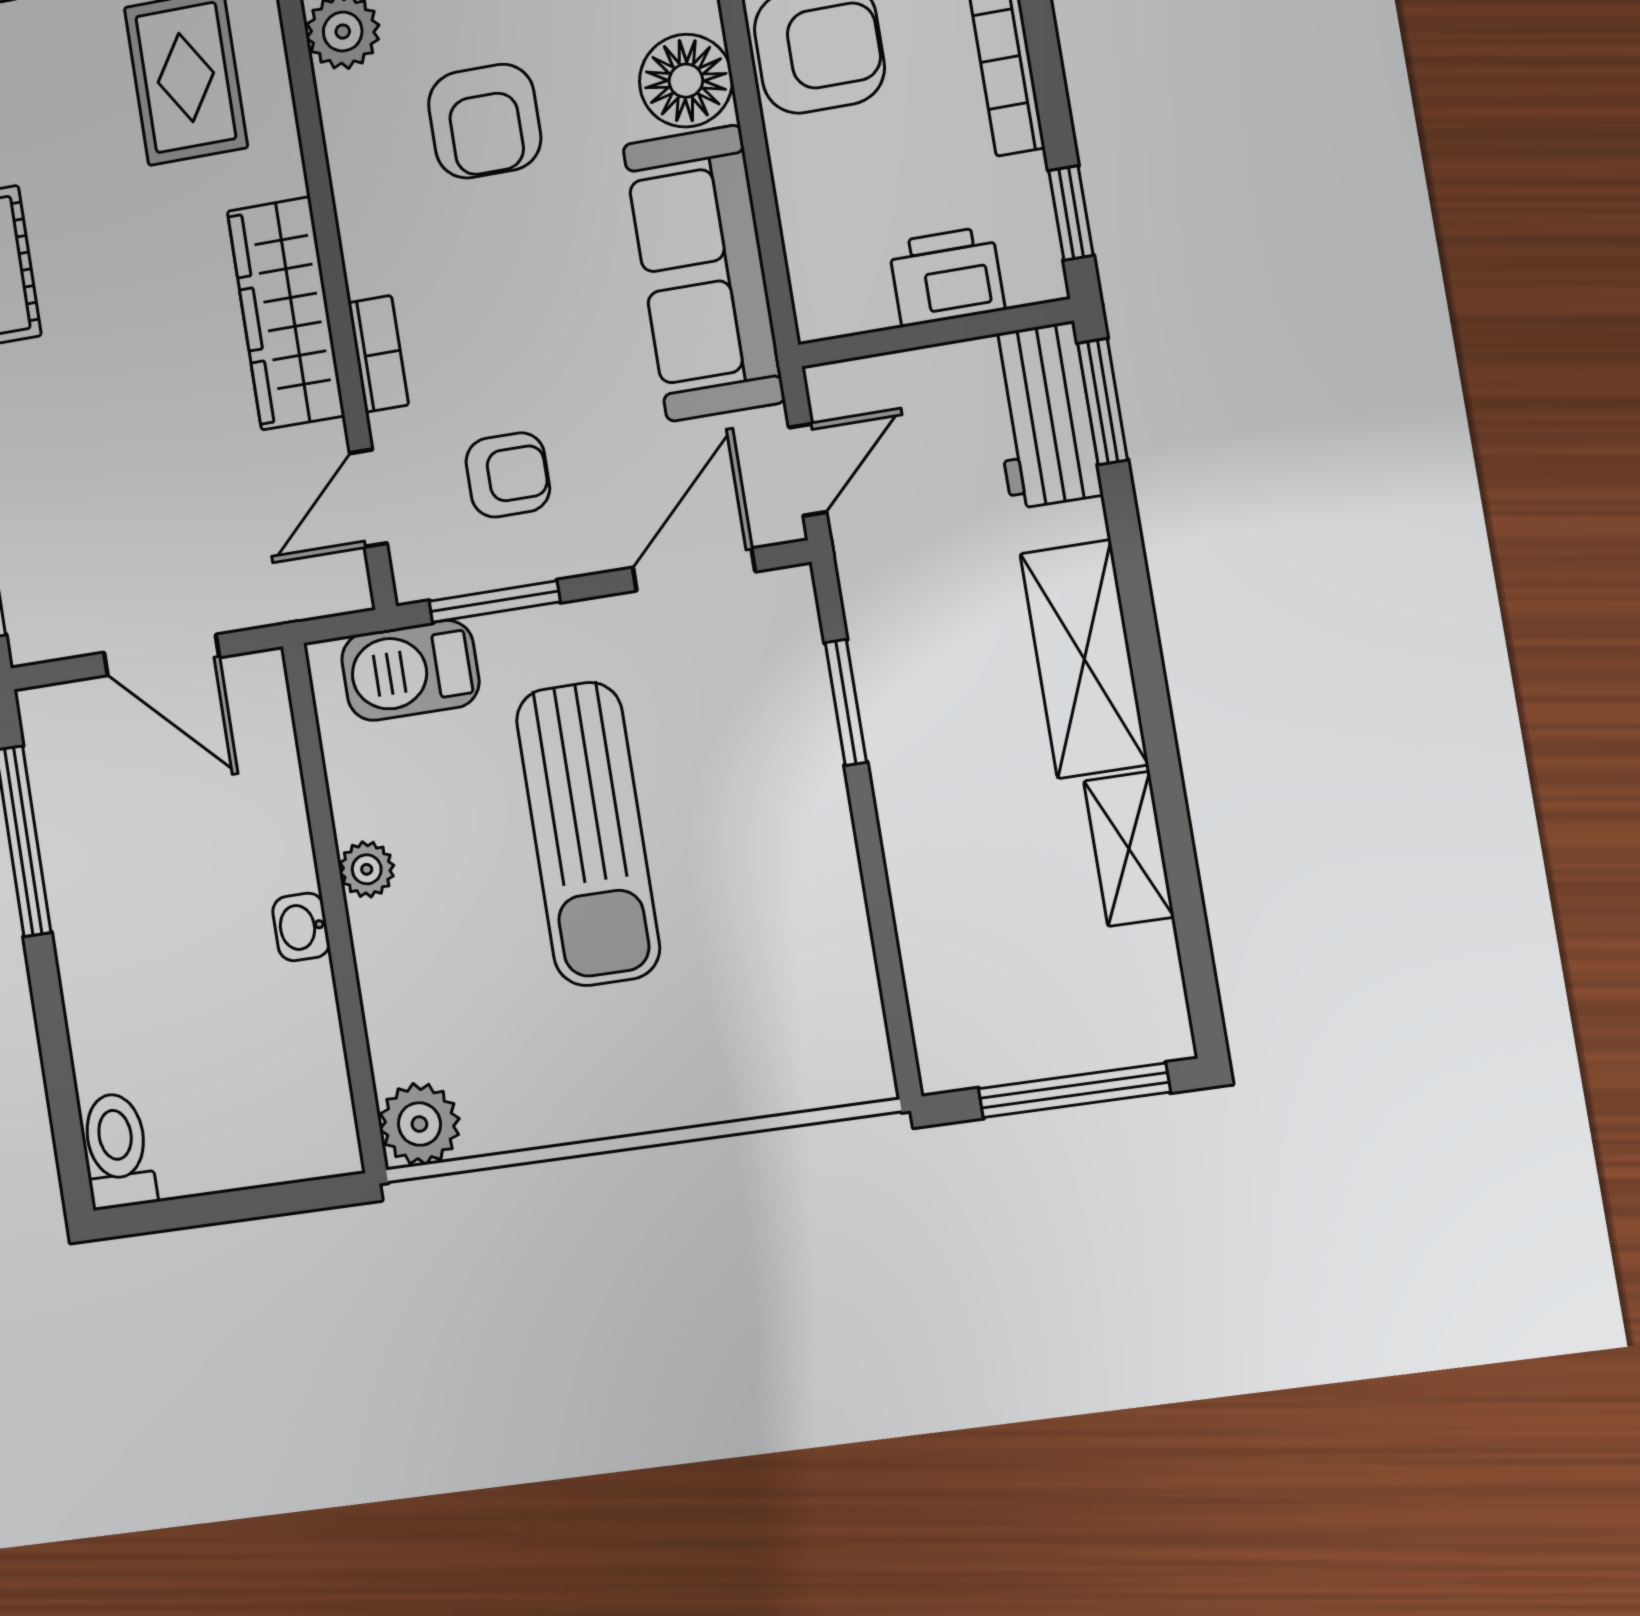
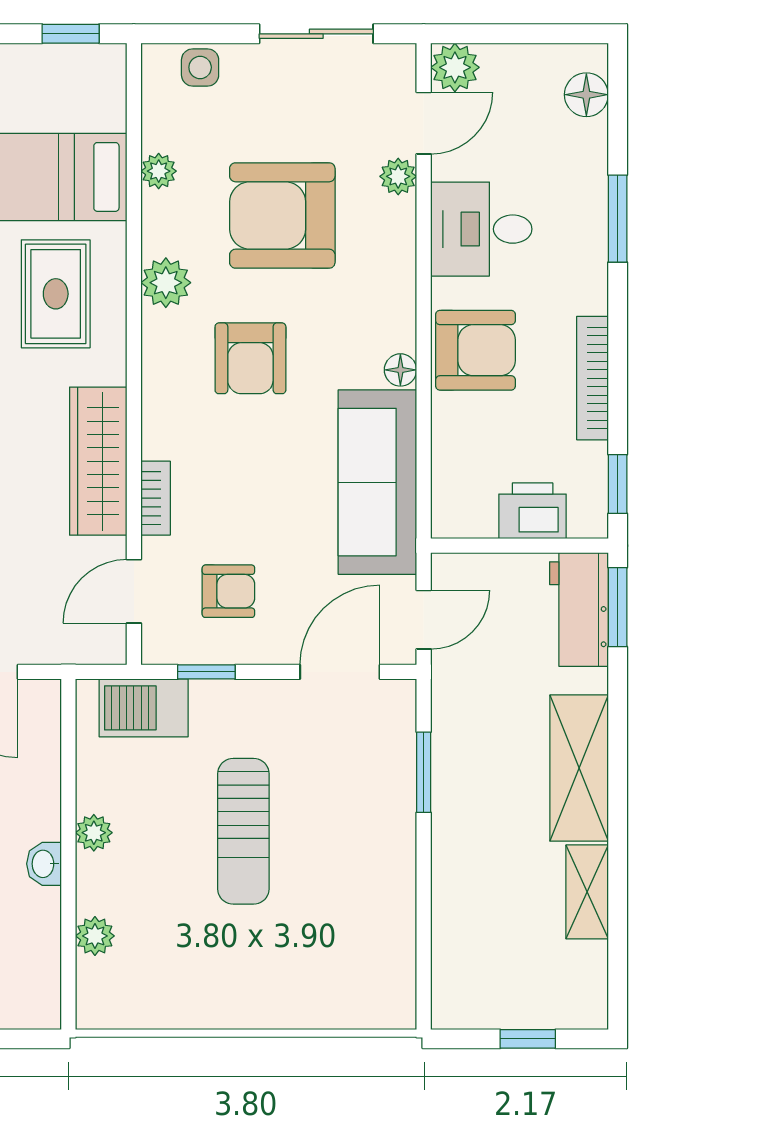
floor lamp: (686, 81) -> (400, 370), width x0.53, depth x0.53
window: (495, 602) -> (206, 672), width x0.67
sun lounger: (588, 834) -> (243, 831), width x0.73, depth x0.75
window: (1074, 1090) -> (528, 1039), width x0.46
plant: (419, 1124) -> (95, 936), moved, width x0.73, depth x0.73

